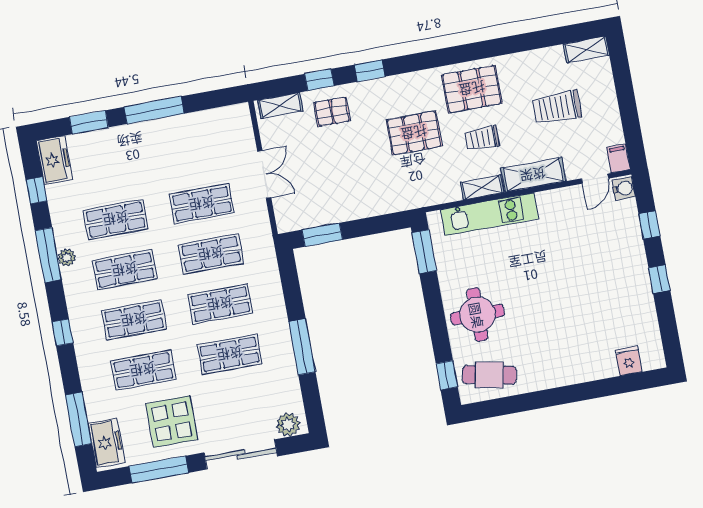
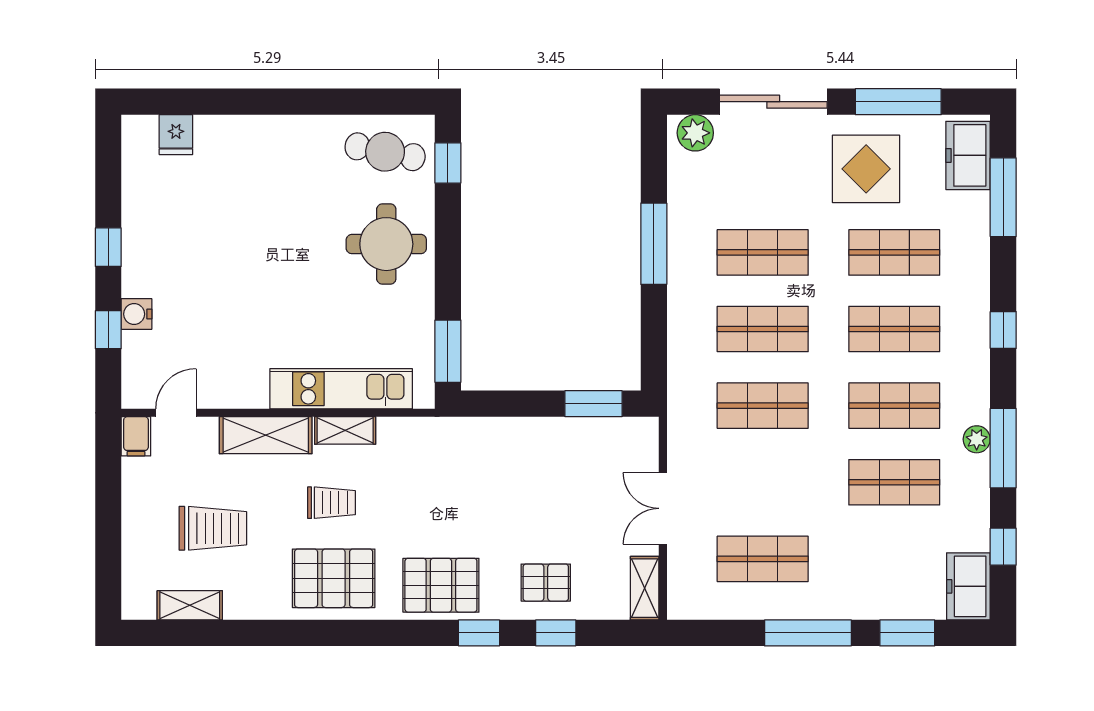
shelving: (586, 50) -> (190, 605), moved
shelving: (280, 106) -> (645, 588), moved, turned 90
pallet: (414, 133) -> (441, 585), moved
water cooler: (623, 188) -> (137, 314), moved
shop shelf: (202, 204) -> (763, 559), moved

